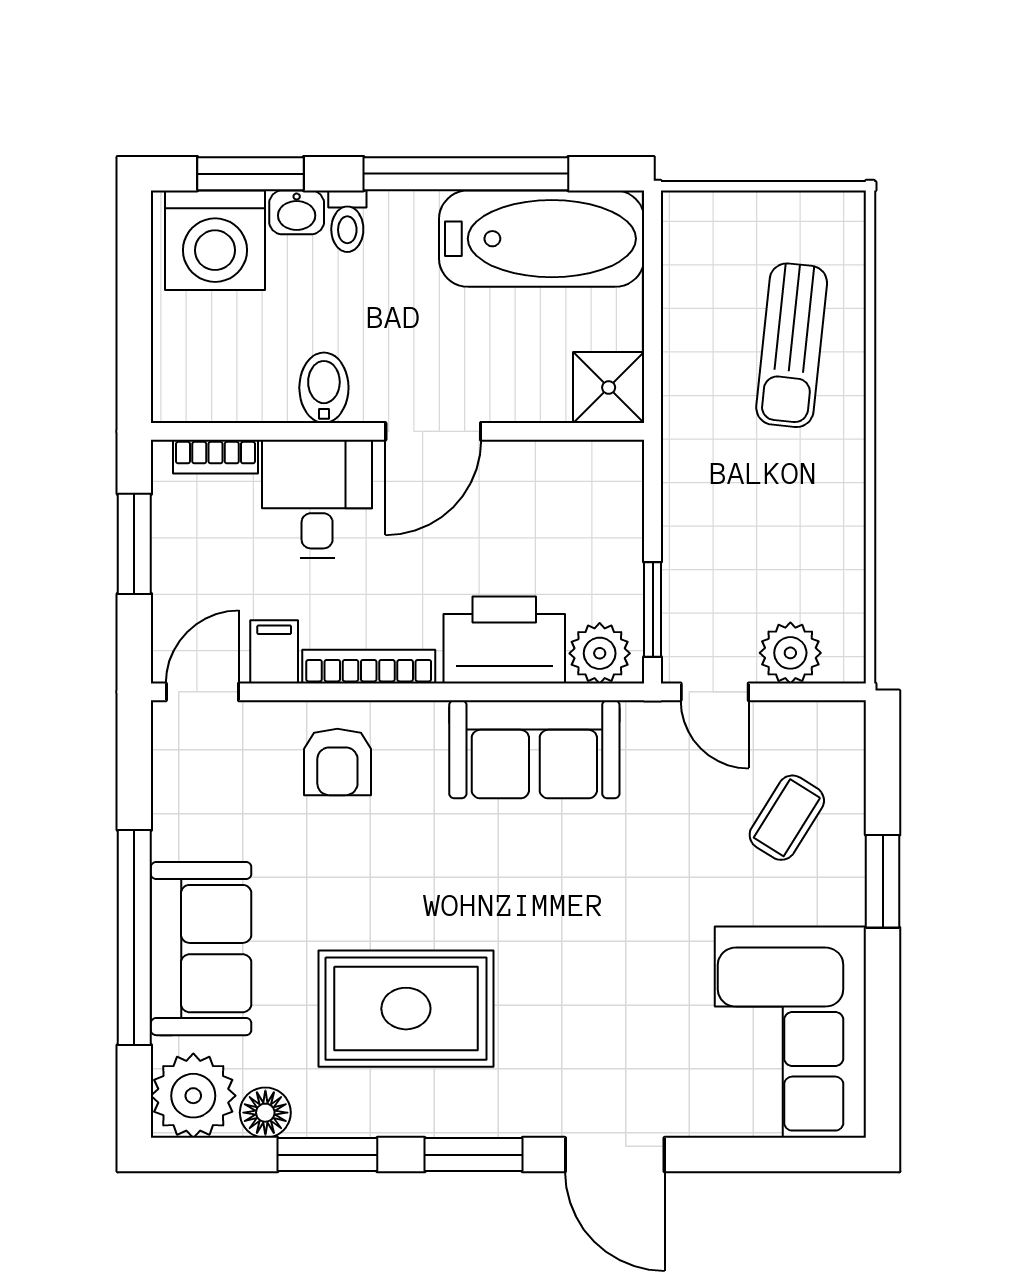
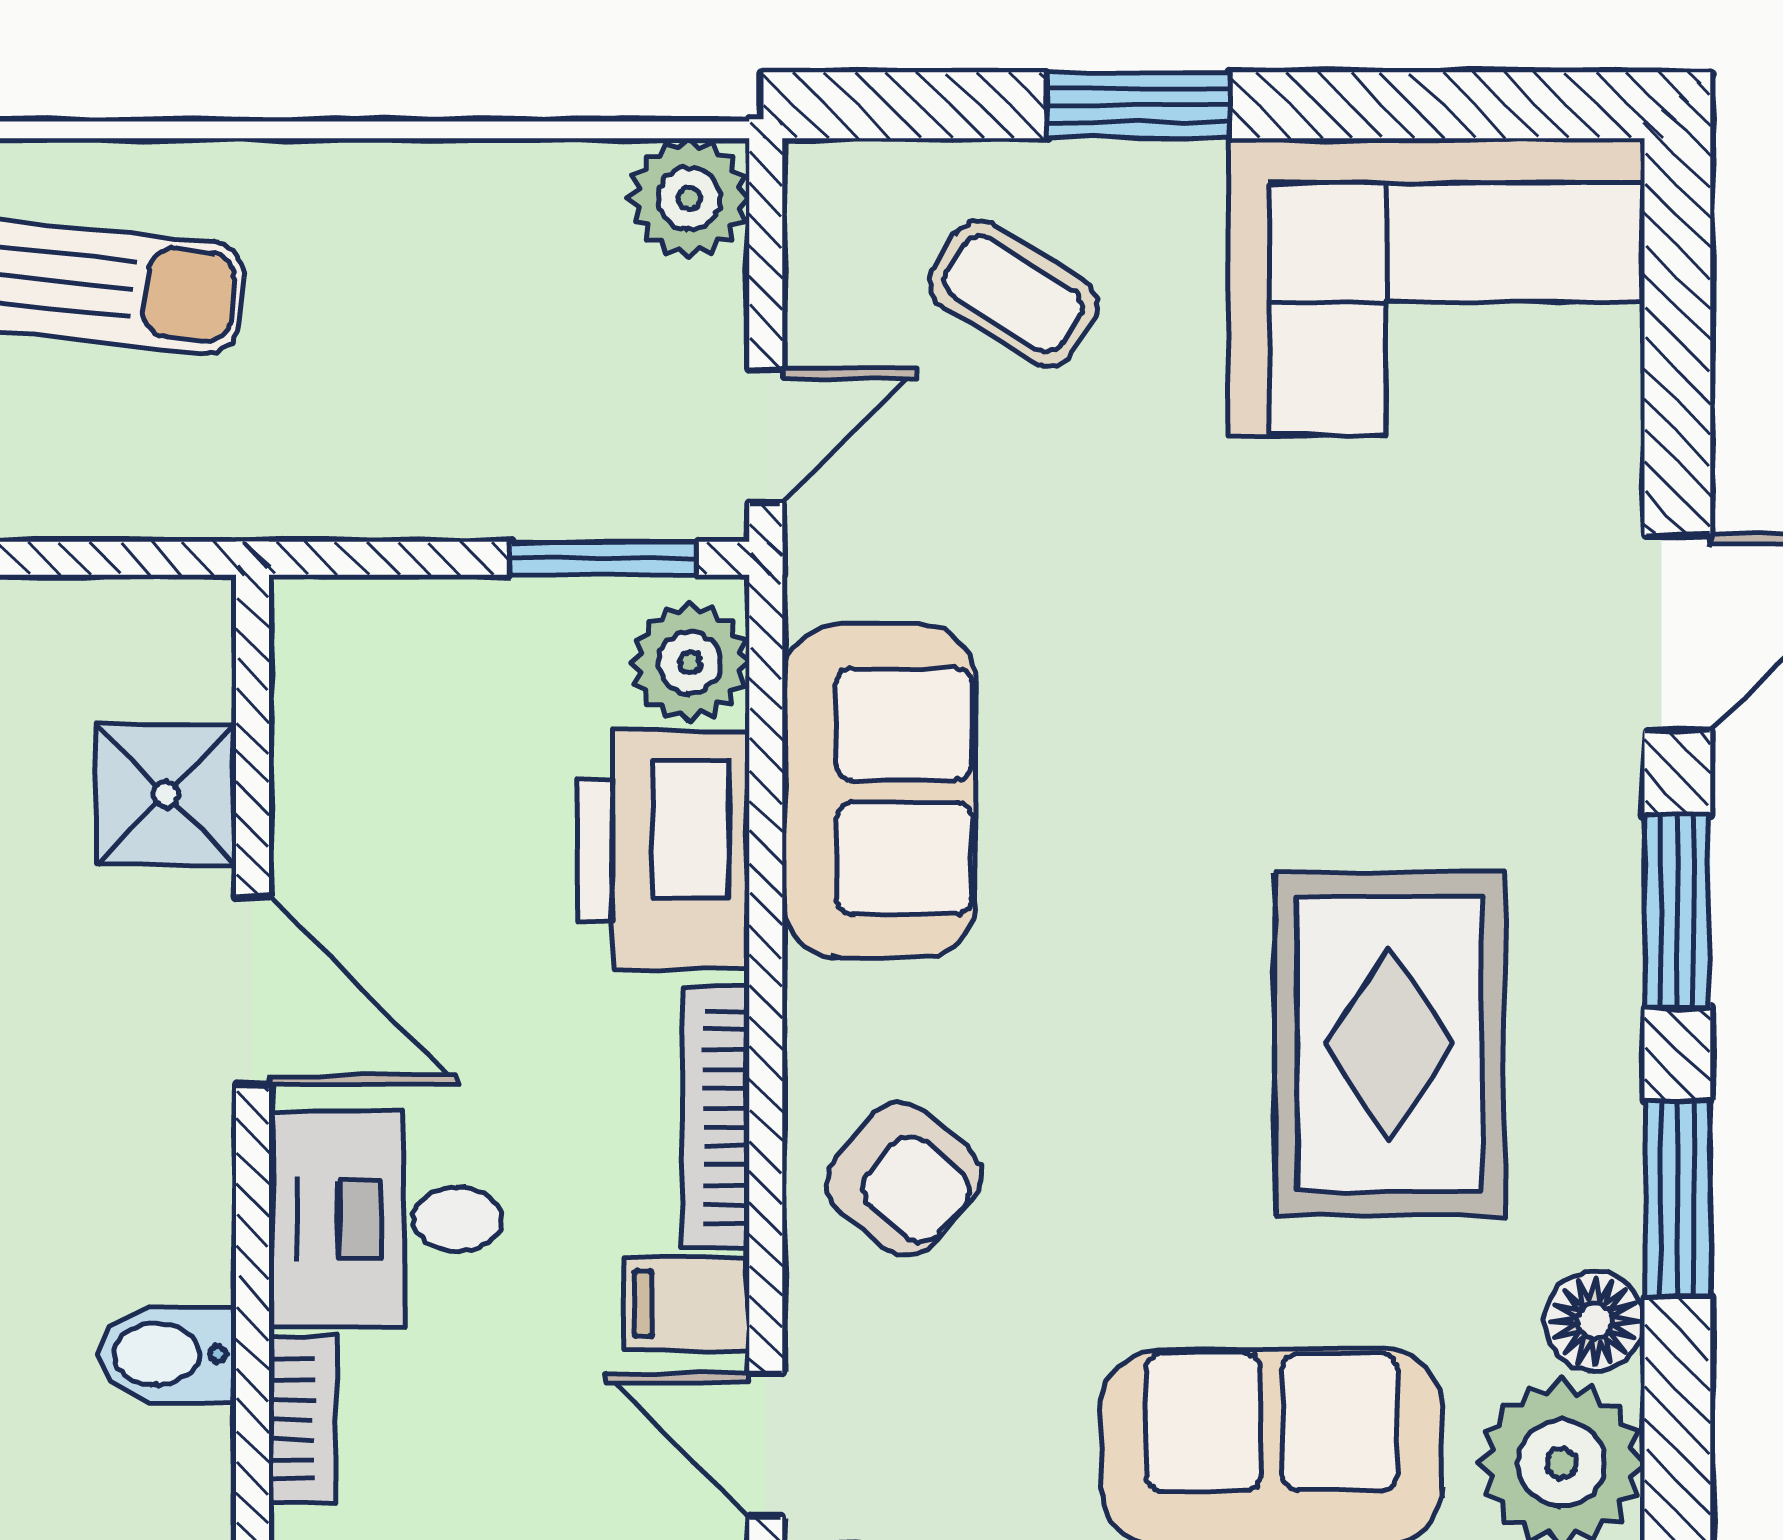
shower: (609, 387) -> (166, 794), moved
bidet: (324, 388) -> (167, 1354), moved
plant: (790, 653) -> (689, 198), moved
armchair: (337, 762) -> (904, 1179), turned 40

